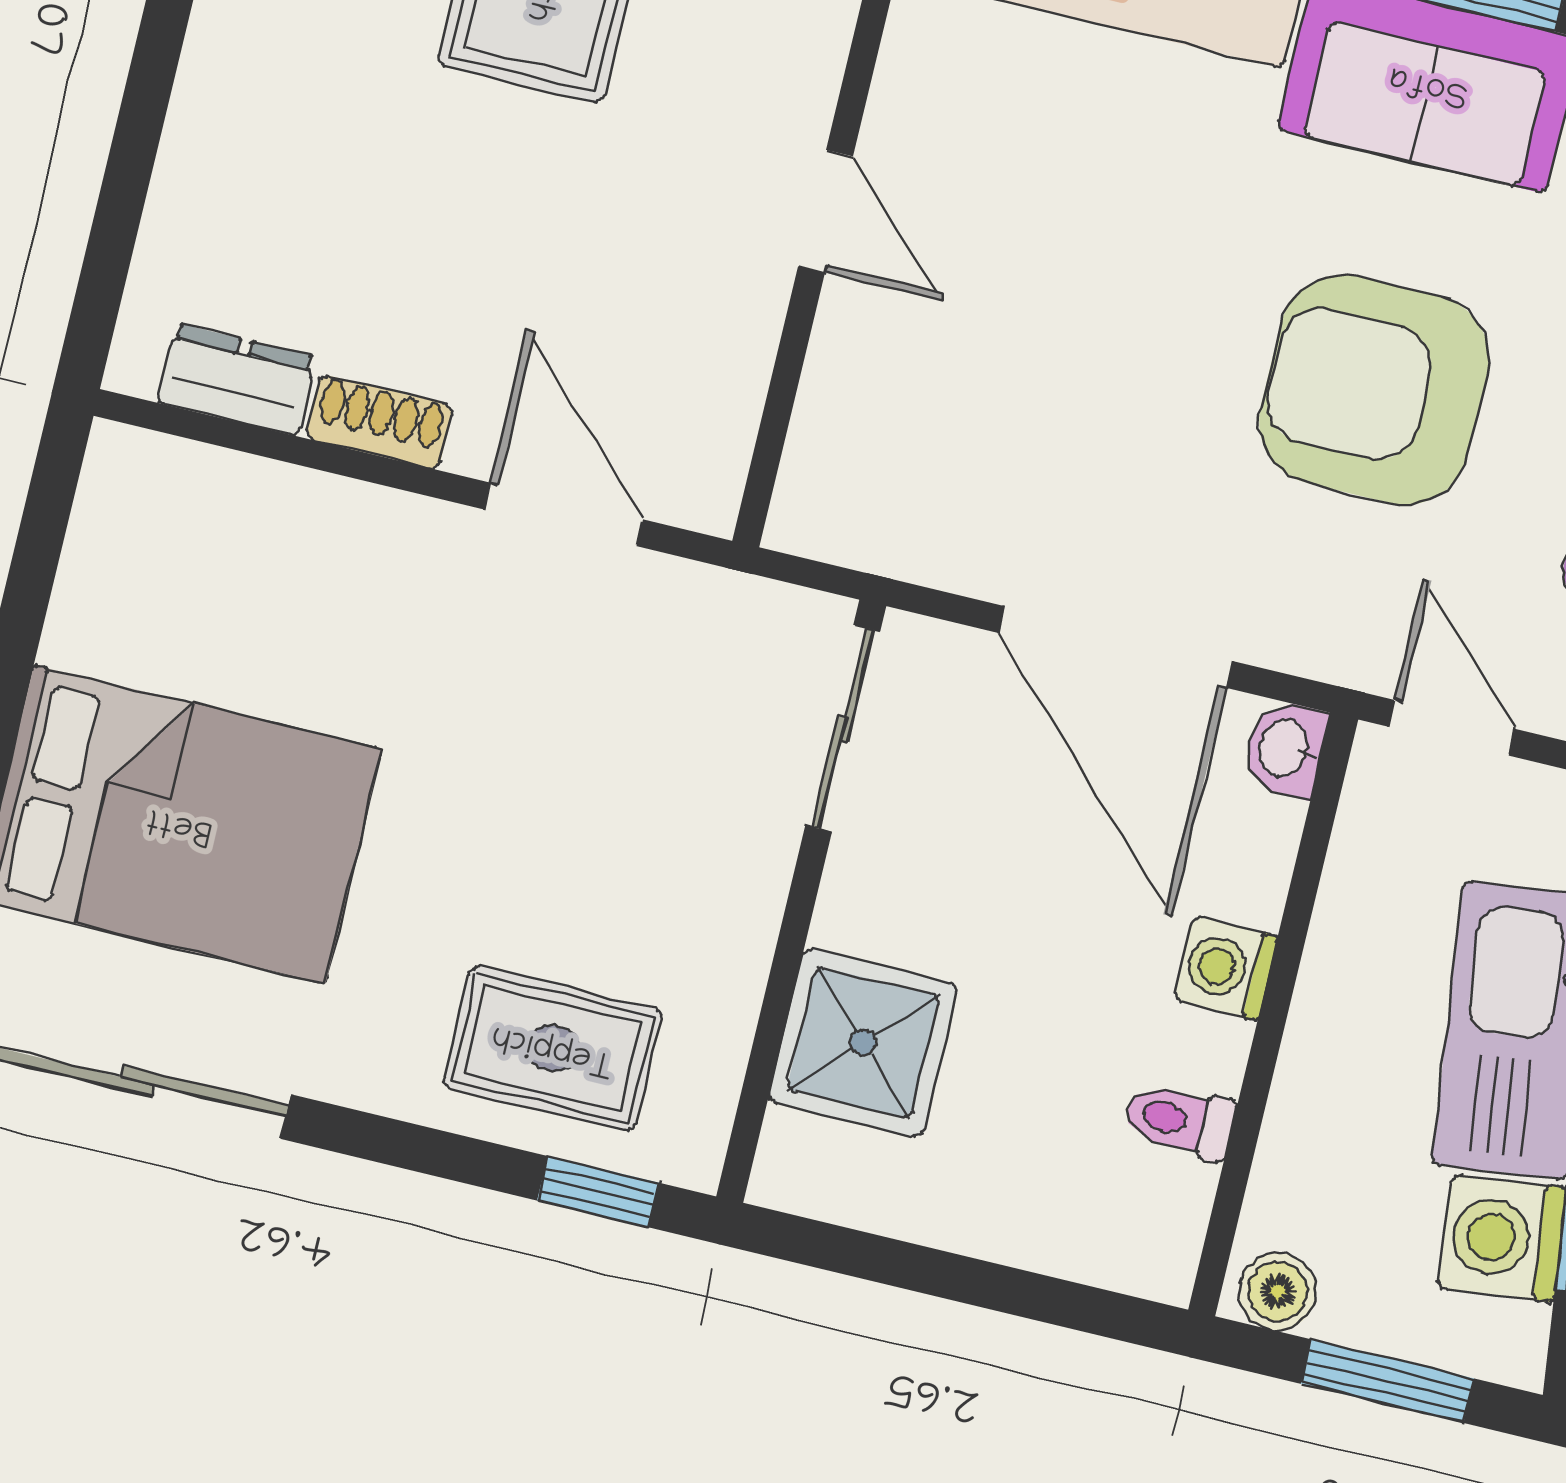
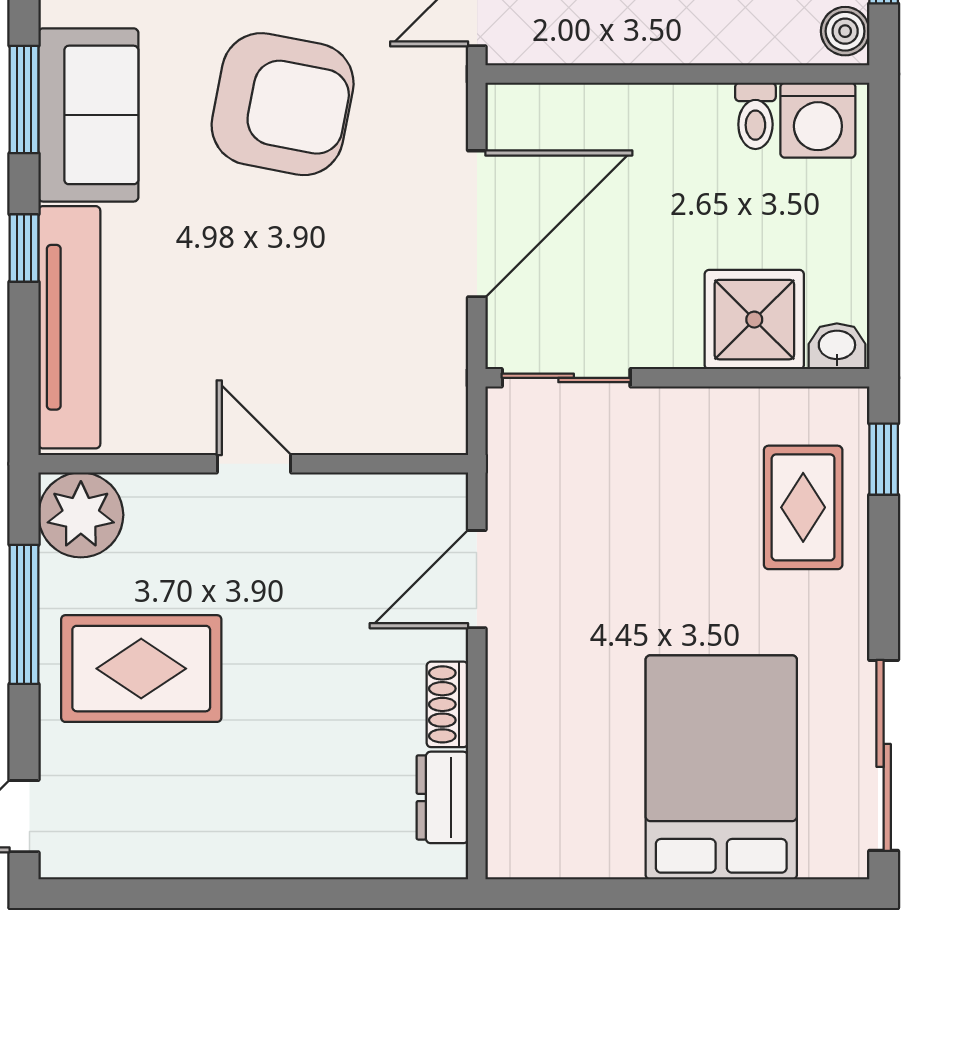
door: (826, 211) -> (254, 464), hinge flipped
armchair: (1374, 390) -> (283, 104), turned -79
washbasin: (1285, 749) -> (837, 346), moved, turned 180
washing machine: (1226, 968) -> (818, 120), moved, width x1.38, depth x1.38

